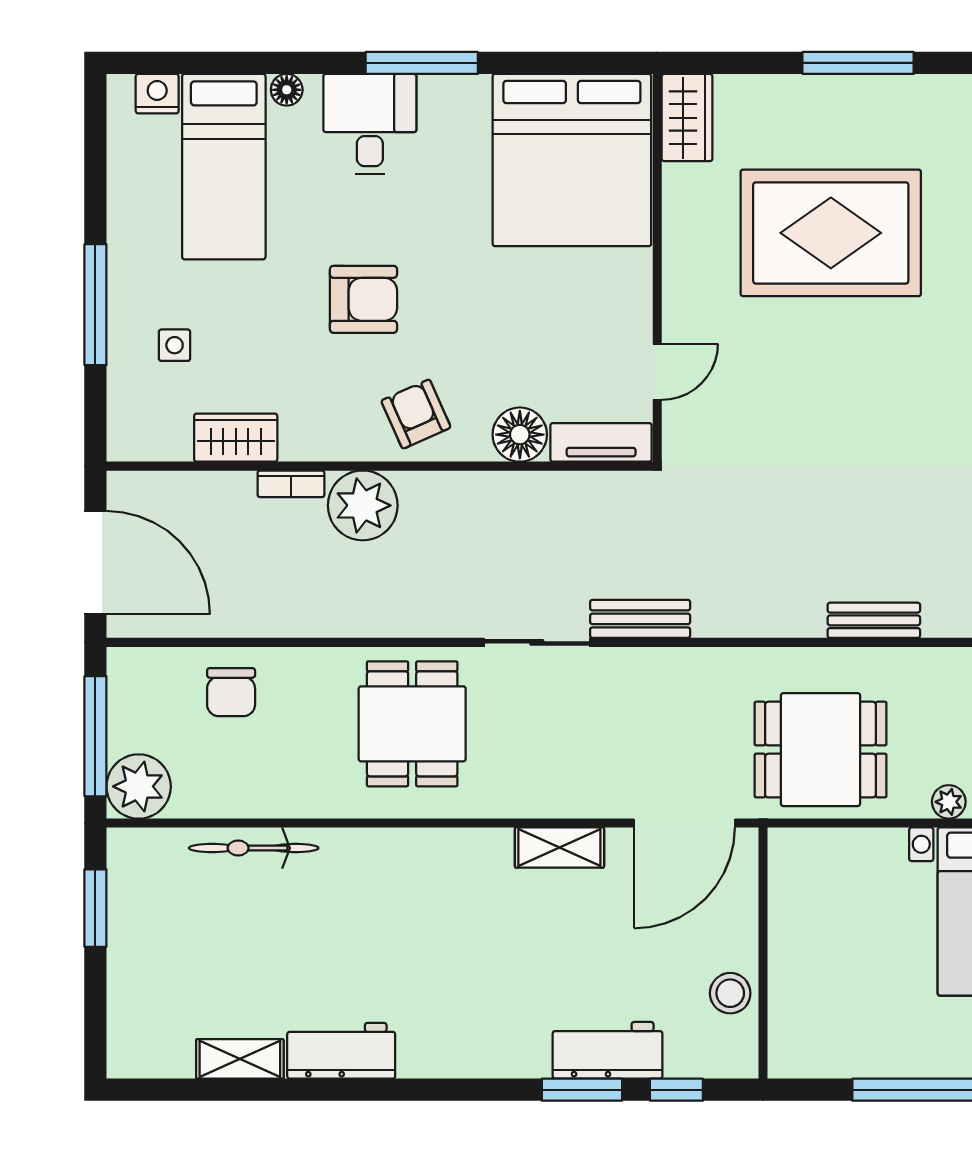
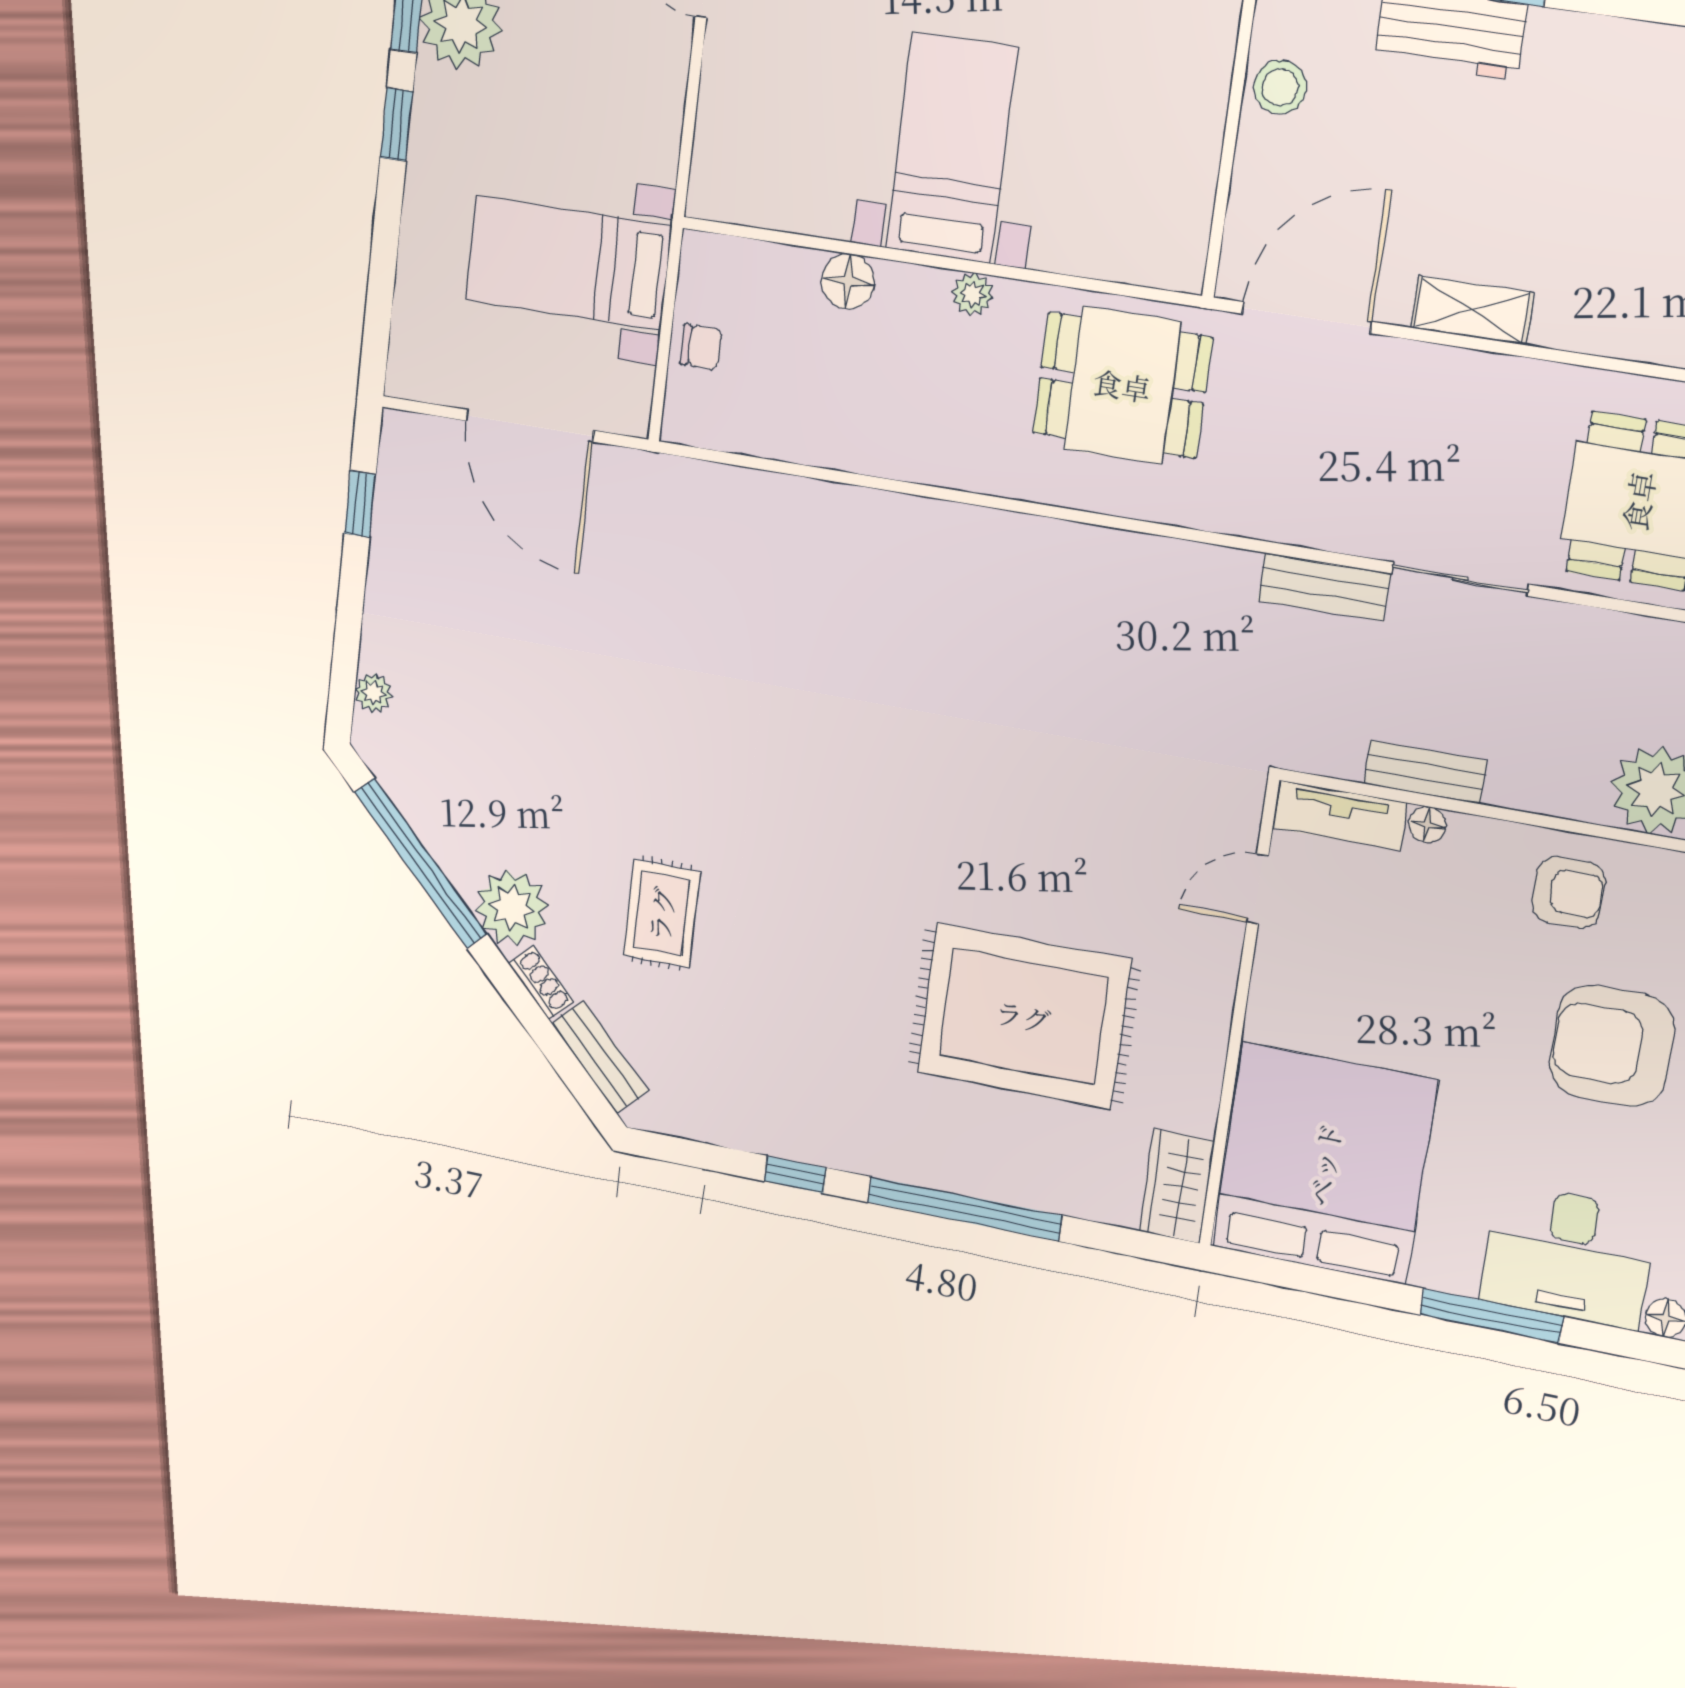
window: (858, 63) -> (964, 1209), width x1.46
desk: (370, 124) -> (1568, 1256), width x1.37
armchair: (363, 299) -> (1612, 1046), width x1.36, depth x1.36
armchair: (416, 414) -> (1568, 892), turned -66
floor lamp: (520, 435) -> (1427, 825), width x0.53, depth x0.53
bench: (874, 620) -> (1425, 772), moved

